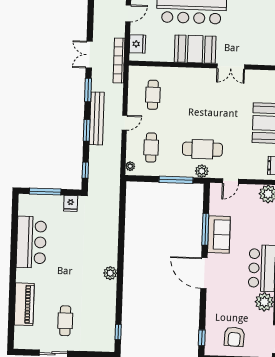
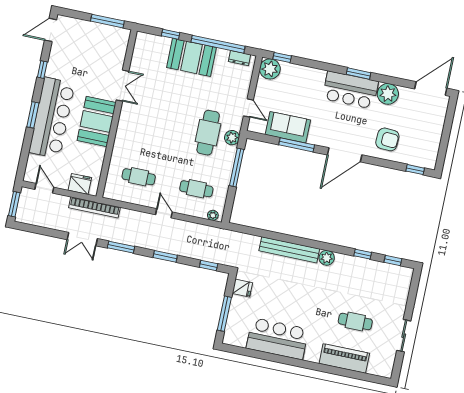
bench: (97, 118) -> (289, 250), moved
sofa: (219, 235) -> (288, 127), moved
window: (119, 304) -> (363, 254), added
cafe table: (65, 321) -> (355, 322), moved
armchair: (234, 337) -> (387, 139), moved

